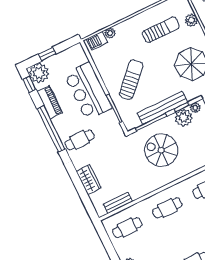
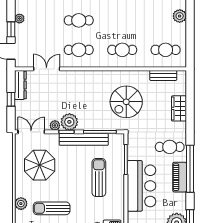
sun lounger: (131, 80) -> (99, 178), turned 136
piano: (50, 102) -> (180, 177), moved
spiral stairs: (161, 150) -> (126, 102), moved, turned 90

